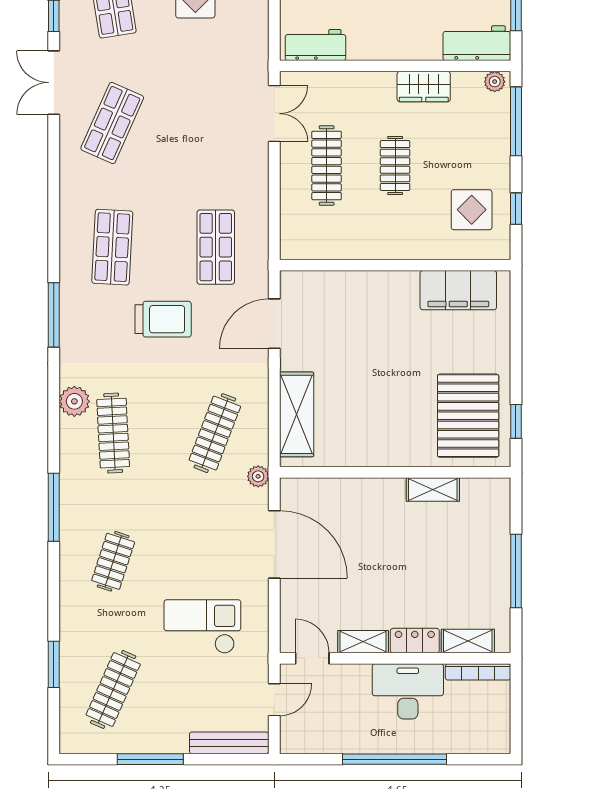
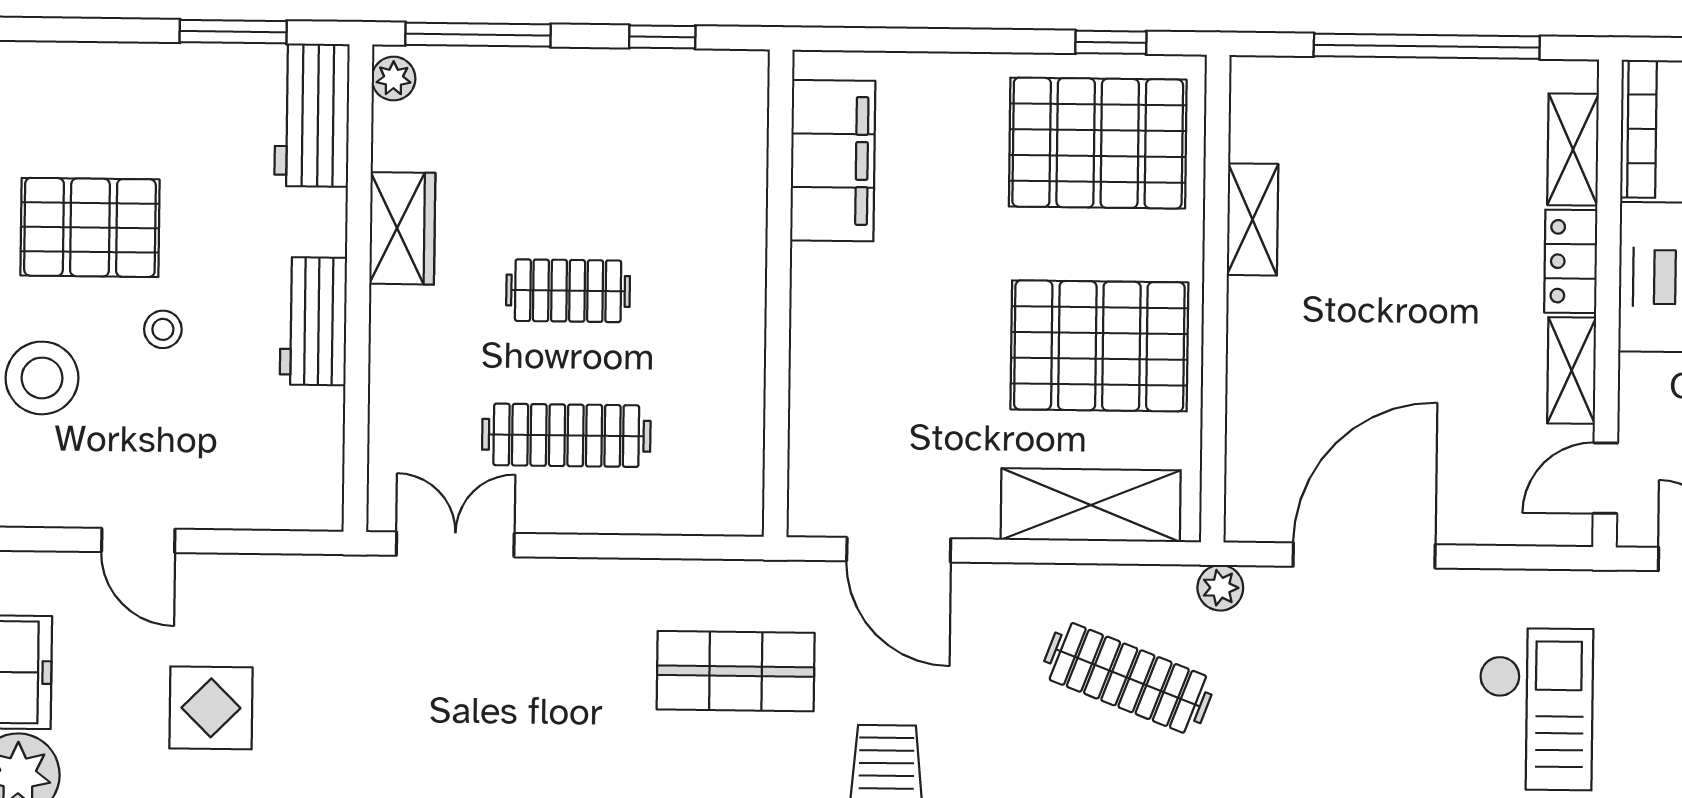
workbench: (316, 45) -> (313, 321), moved
display table: (472, 210) -> (663, 131), removed
pallet: (372, 418) -> (1099, 346), added
window: (516, 571) -> (1427, 46), width x1.46
checkout: (202, 627) -> (1536, 709), turned 180

